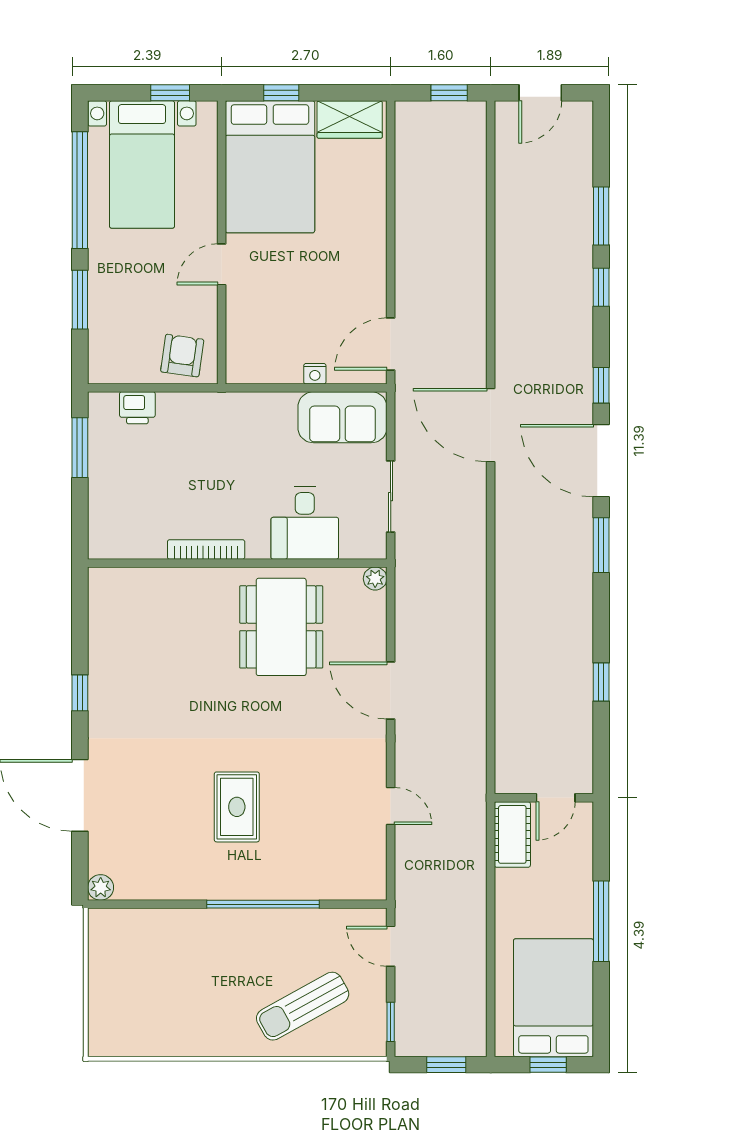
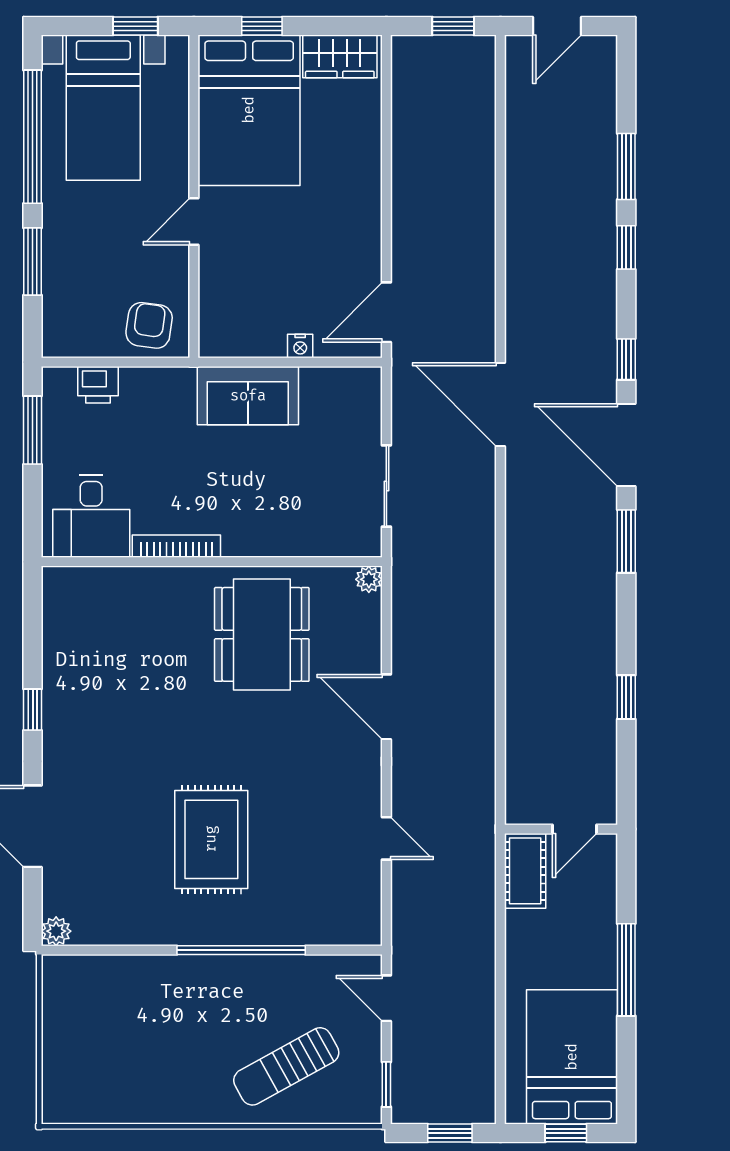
sofa: (342, 417) -> (248, 396), moved
desk: (305, 523) -> (91, 516), moved
rug: (237, 807) -> (211, 839), width x1.36, depth x1.43

